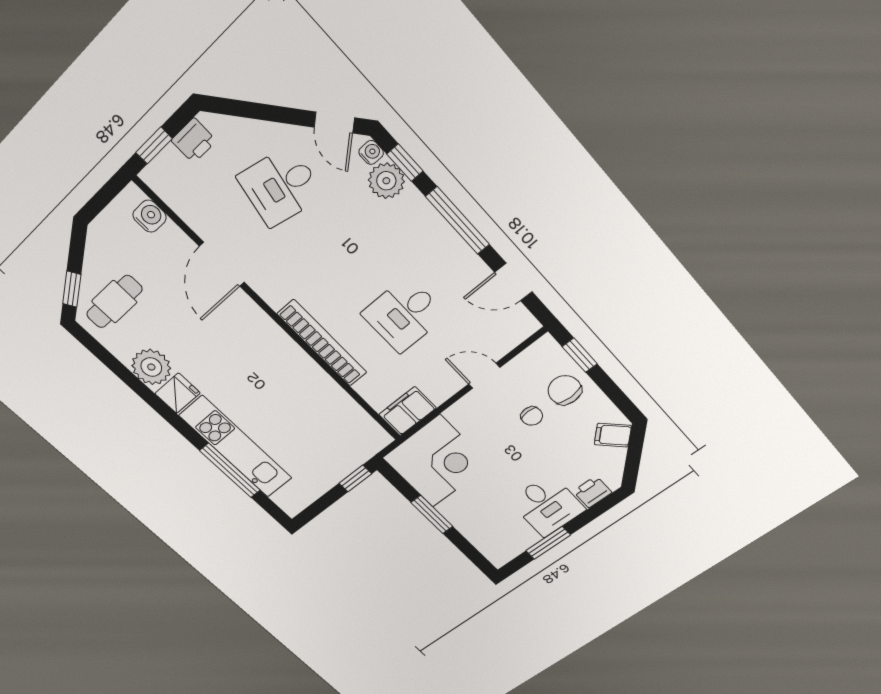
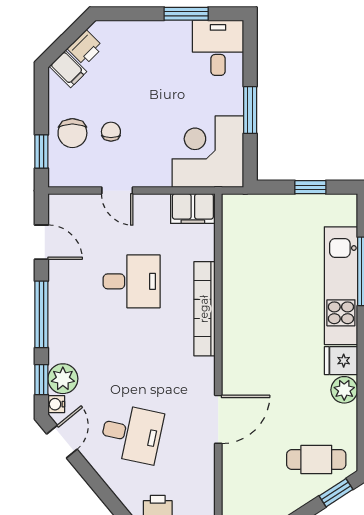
water cooler: (150, 216) -> (233, 490), removed
plant: (151, 367) -> (344, 390), width x0.73, depth x0.73
window: (355, 478) -> (310, 187), moved
printer: (592, 492) -> (85, 48), moved, turned -45
desk: (547, 505) -> (218, 48), moved

